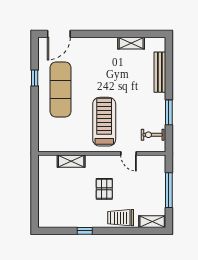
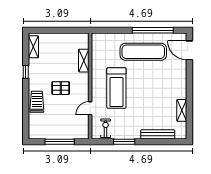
window: (35, 78) -> (153, 30), width x3.17
treadmill: (104, 122) -> (116, 88), turned 90
shelving: (152, 222) -> (33, 47), moved

